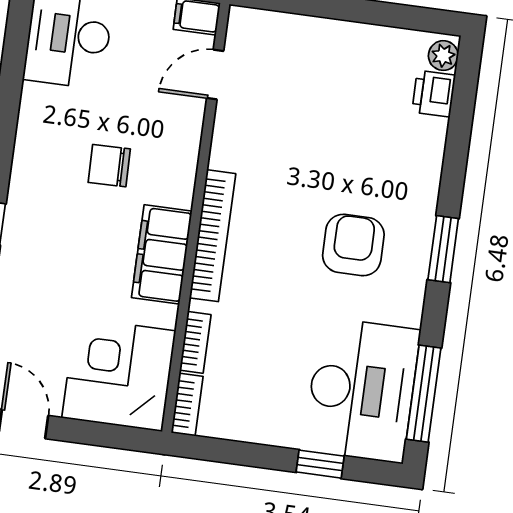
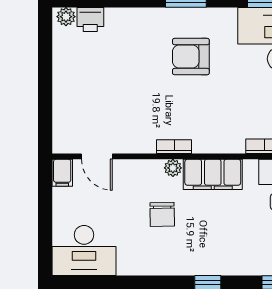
plant: (181, 193) -> (173, 168), added
bookcase: (213, 236) -> (174, 147), width x0.43, depth x0.76

